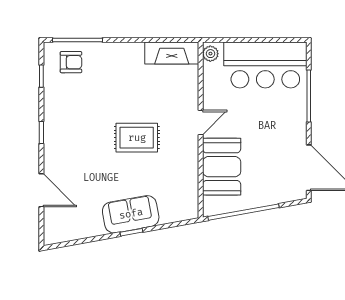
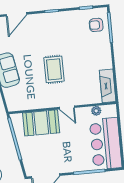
plant: (210, 54) -> (96, 111), moved
armchair: (71, 62) -> (96, 25), turned 90

